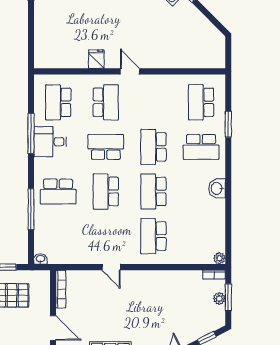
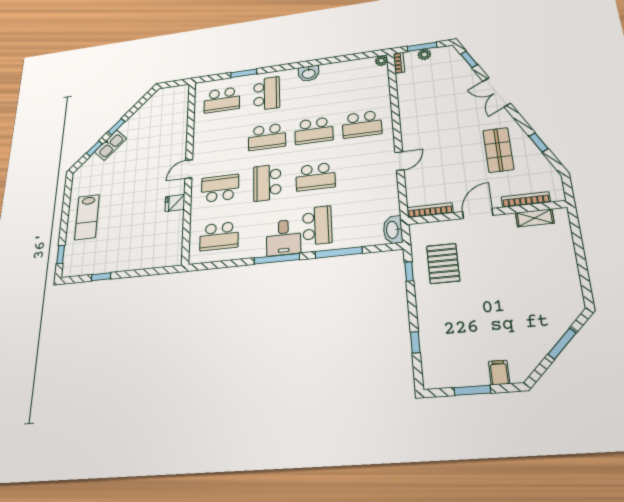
window: (31, 133) -> (277, 259), moved
desk: (50, 142) -> (283, 238), moved
washbasin: (40, 259) -> (393, 230), width x1.91, depth x1.45

